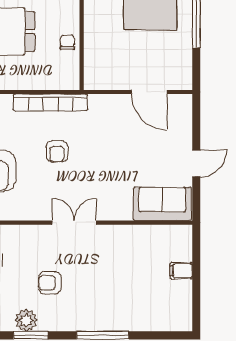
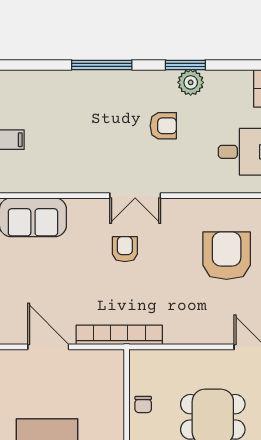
bookcase: (50, 102) -> (119, 335), moved
armchair: (57, 151) -> (125, 249), moved

